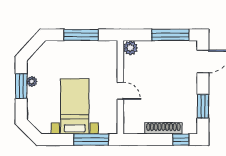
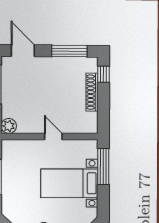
door: (120, 91) -> (53, 136), hinge flipped
window: (203, 106) -> (69, 51), width x1.44

